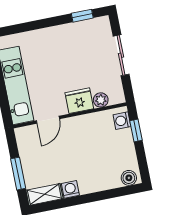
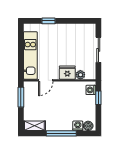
window: (82, 16) -> (49, 21), moved
window: (18, 174) -> (21, 97), moved
washing machine: (70, 189) -> (78, 126), moved
window: (89, 198) -> (61, 133), added

